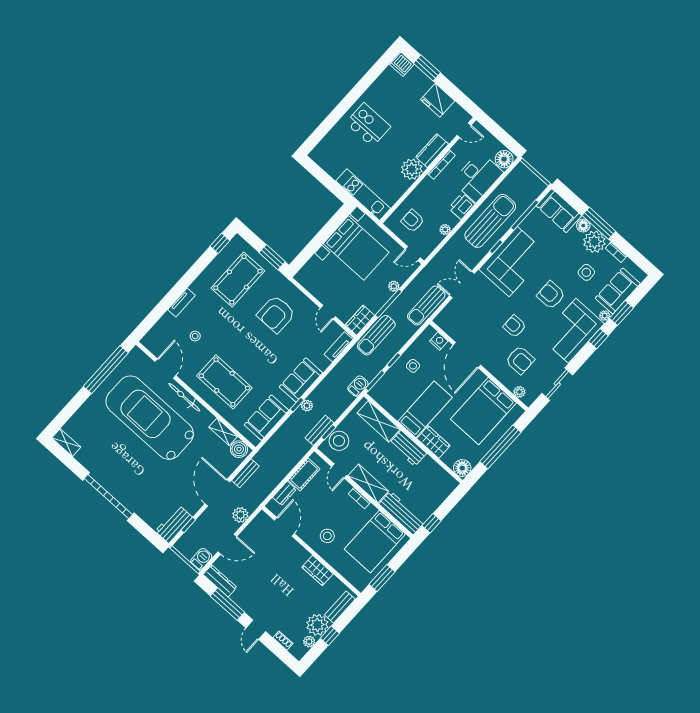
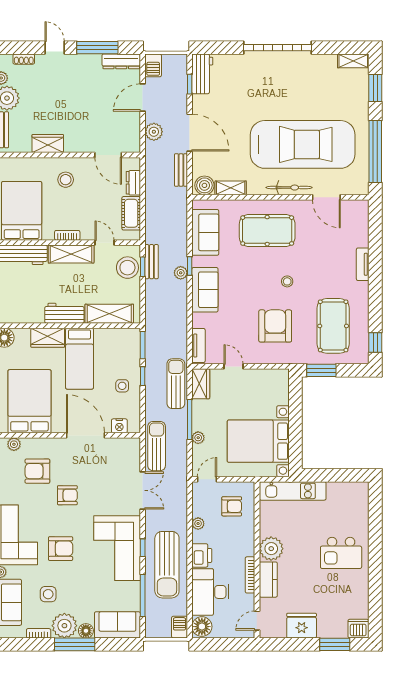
stool: (195, 336) -> (287, 281), moved
barbecue: (358, 386) -> (179, 627), moved, turned 180
window: (68, 412) -> (375, 88), added

